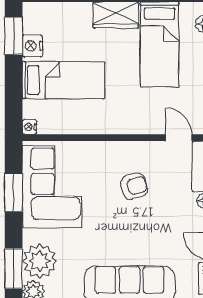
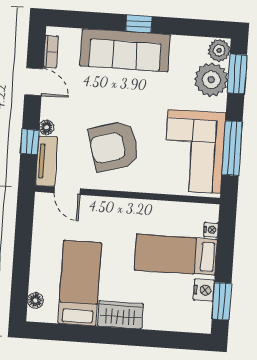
nightstand: (29, 127) -> (211, 230), moved
armchair: (134, 186) -> (114, 146), width x1.88, depth x1.88
window: (14, 193) -> (232, 148), width x1.44

